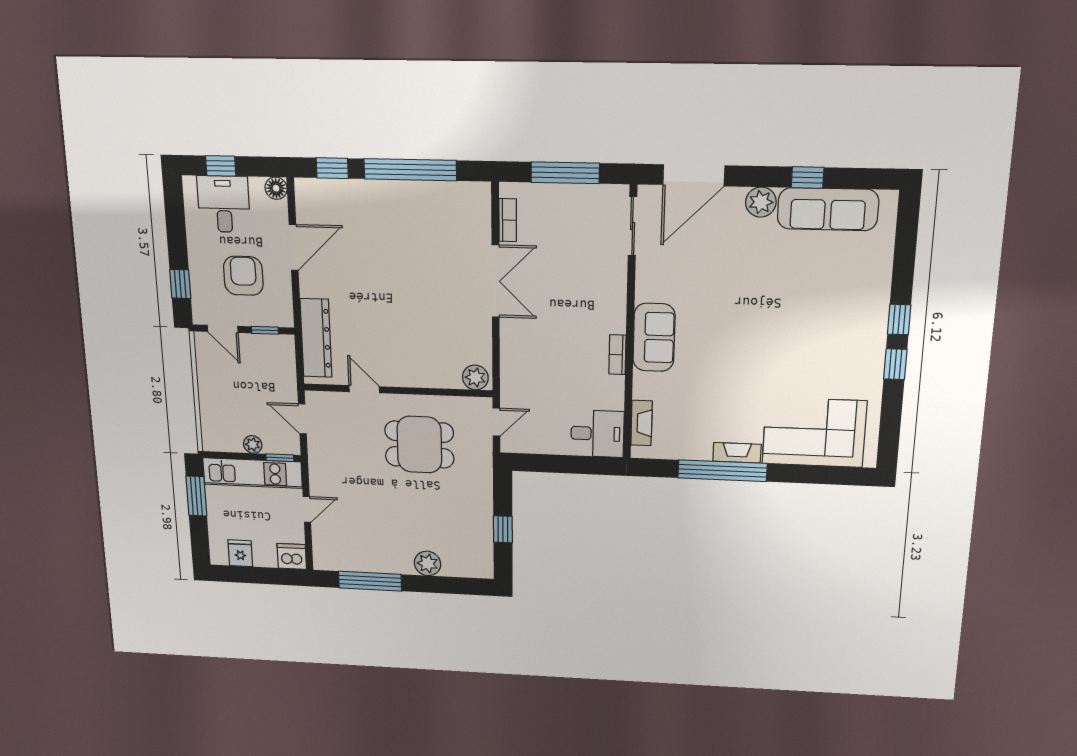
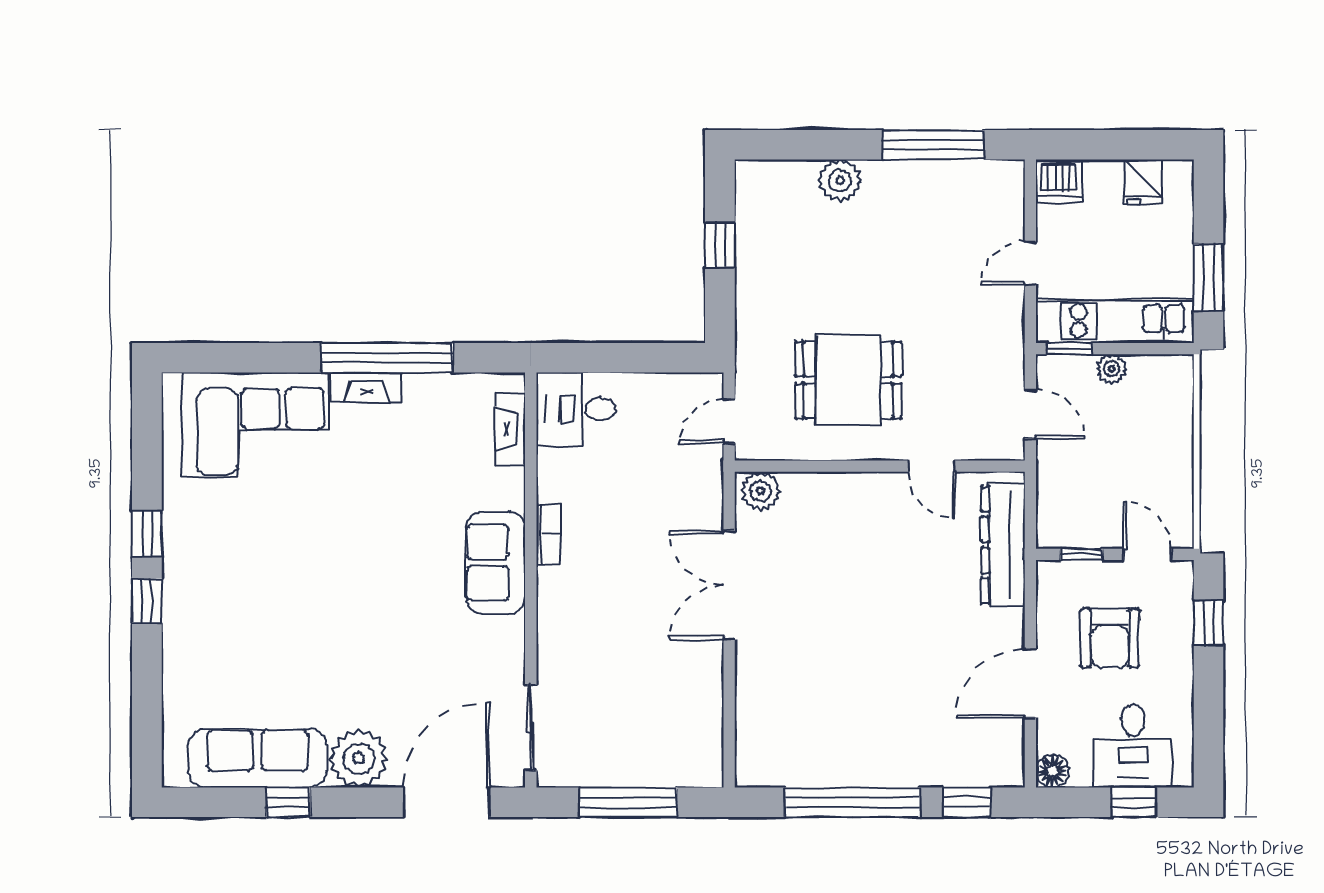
plant: (761, 202) -> (359, 758), width x1.36, depth x1.36
bookcase: (508, 220) -> (711, 732), removed
double door: (496, 281) -> (729, 585), moved

